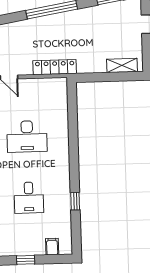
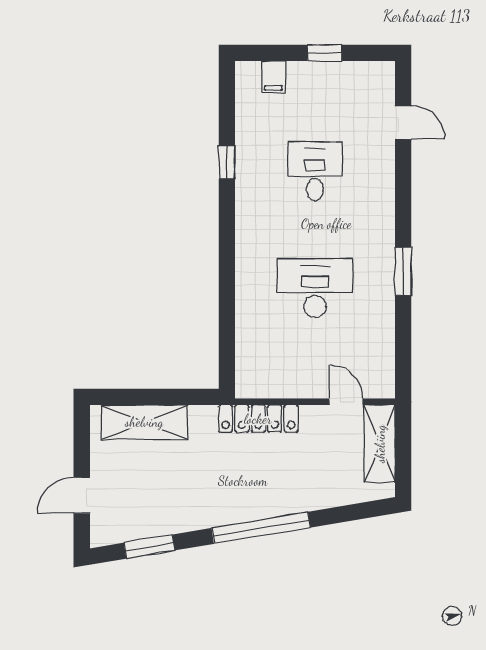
shelving: (122, 65) -> (144, 422), width x1.50, depth x1.33

